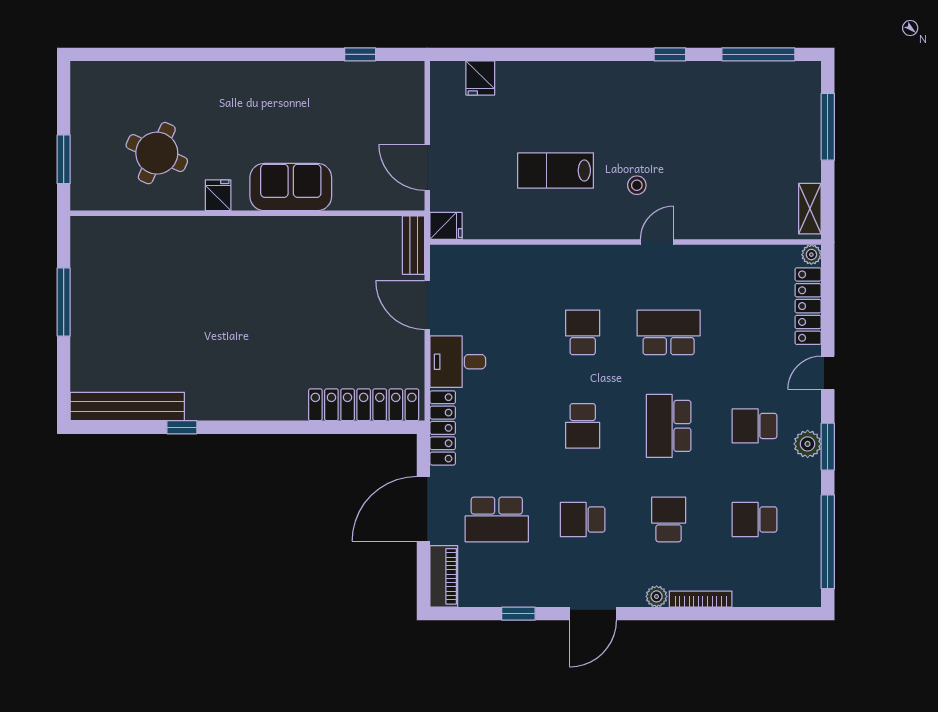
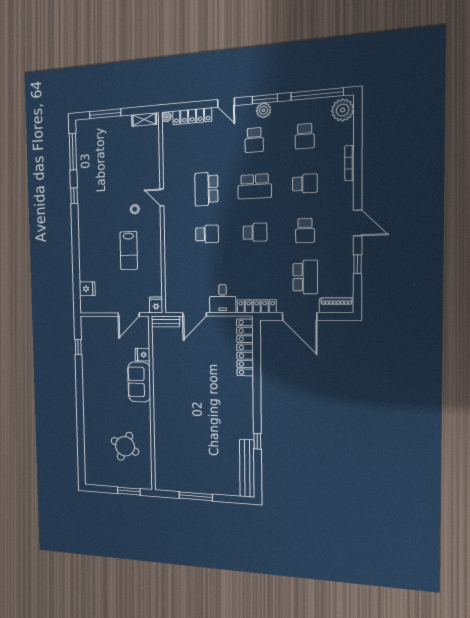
fridge: (218, 195) -> (143, 355), moved
school desk: (583, 332) -> (207, 234), turned 180
school desk: (669, 519) -> (305, 184), turned 180
plant: (657, 596) -> (343, 110), moved, width x1.87, depth x1.87

